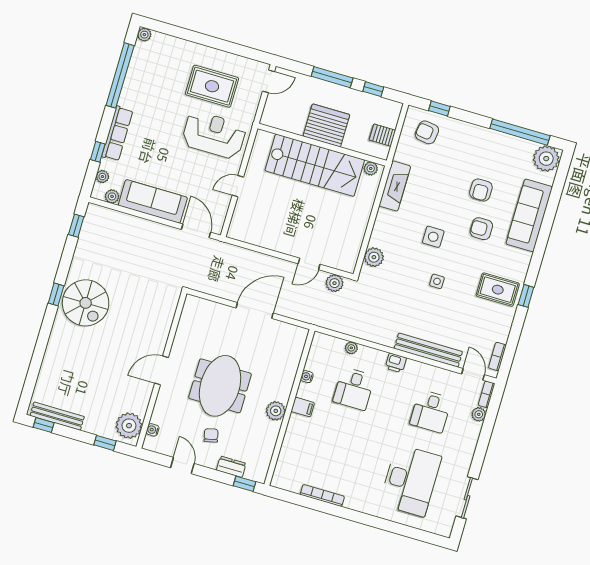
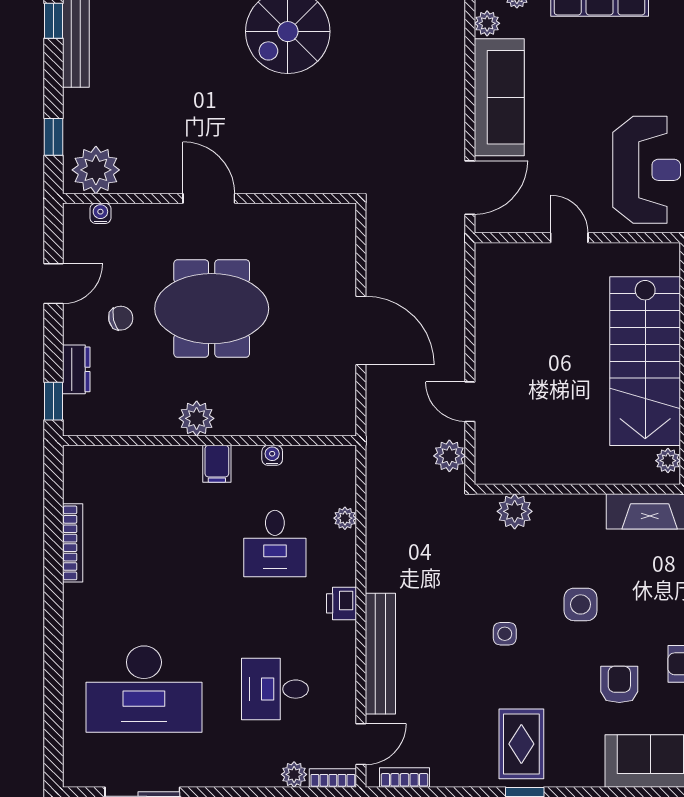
desk: (354, 389) -> (275, 544), turned -90

